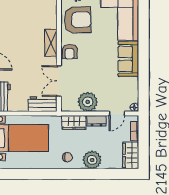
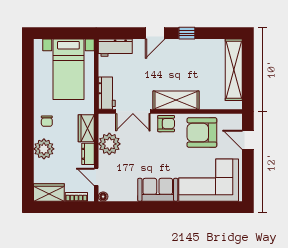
armchair: (78, 20) -> (202, 133), turned 92
shelving: (51, 43) -> (176, 100), width x1.50, depth x1.33
armchair: (70, 52) -> (166, 124), turned 180
double door: (59, 81) -> (133, 111), swing flipped

